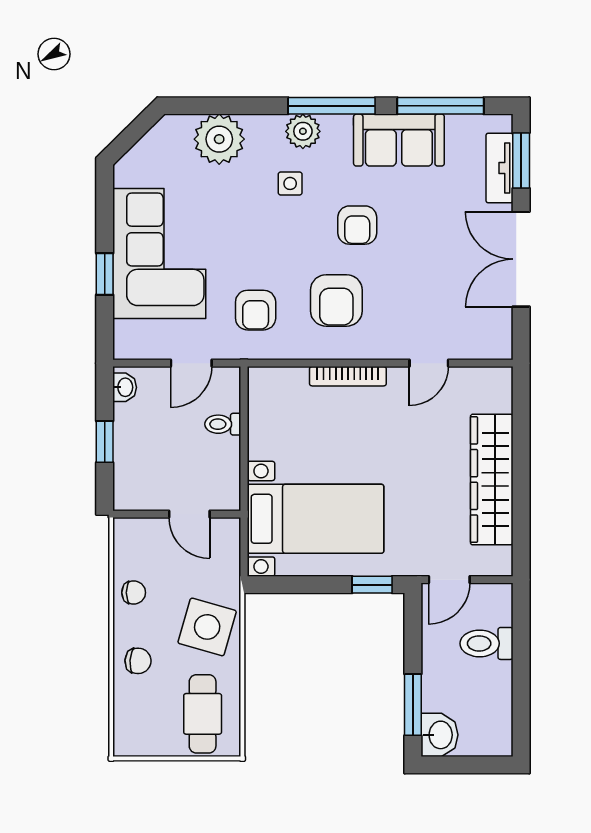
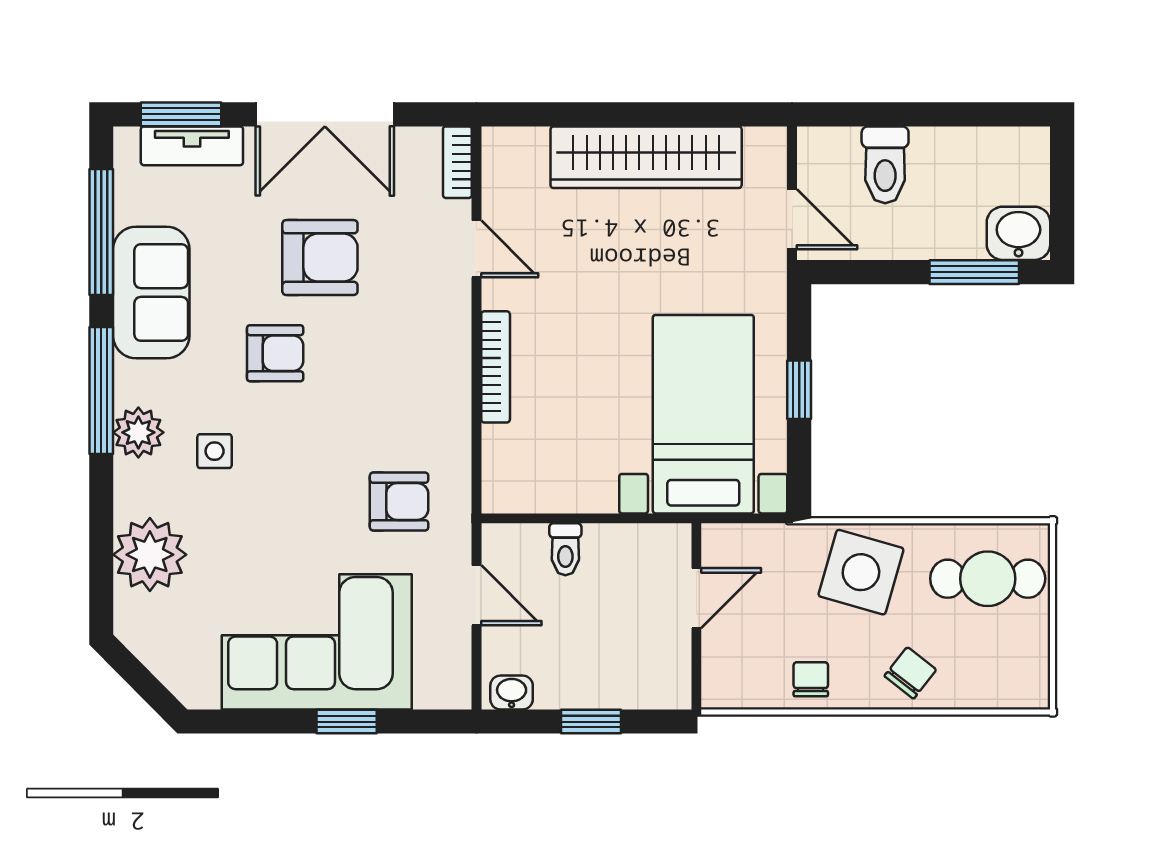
armchair: (336, 300) -> (320, 258), moved
bookcase: (488, 350) -> (457, 162), added
window: (372, 585) -> (799, 390), moved
chair: (138, 661) -> (910, 673), turned 34

